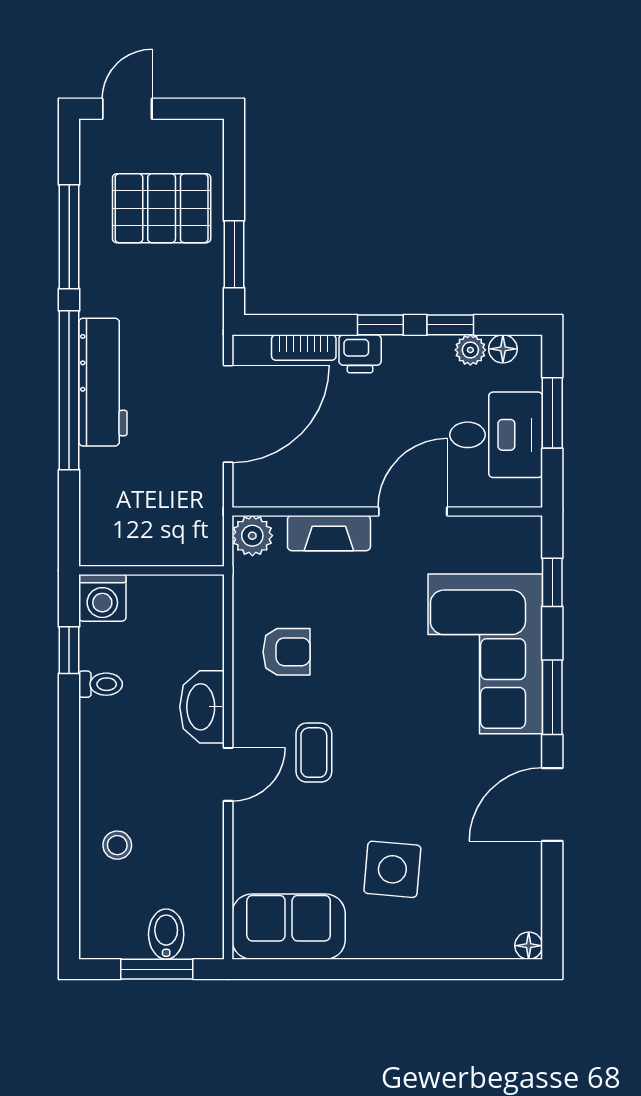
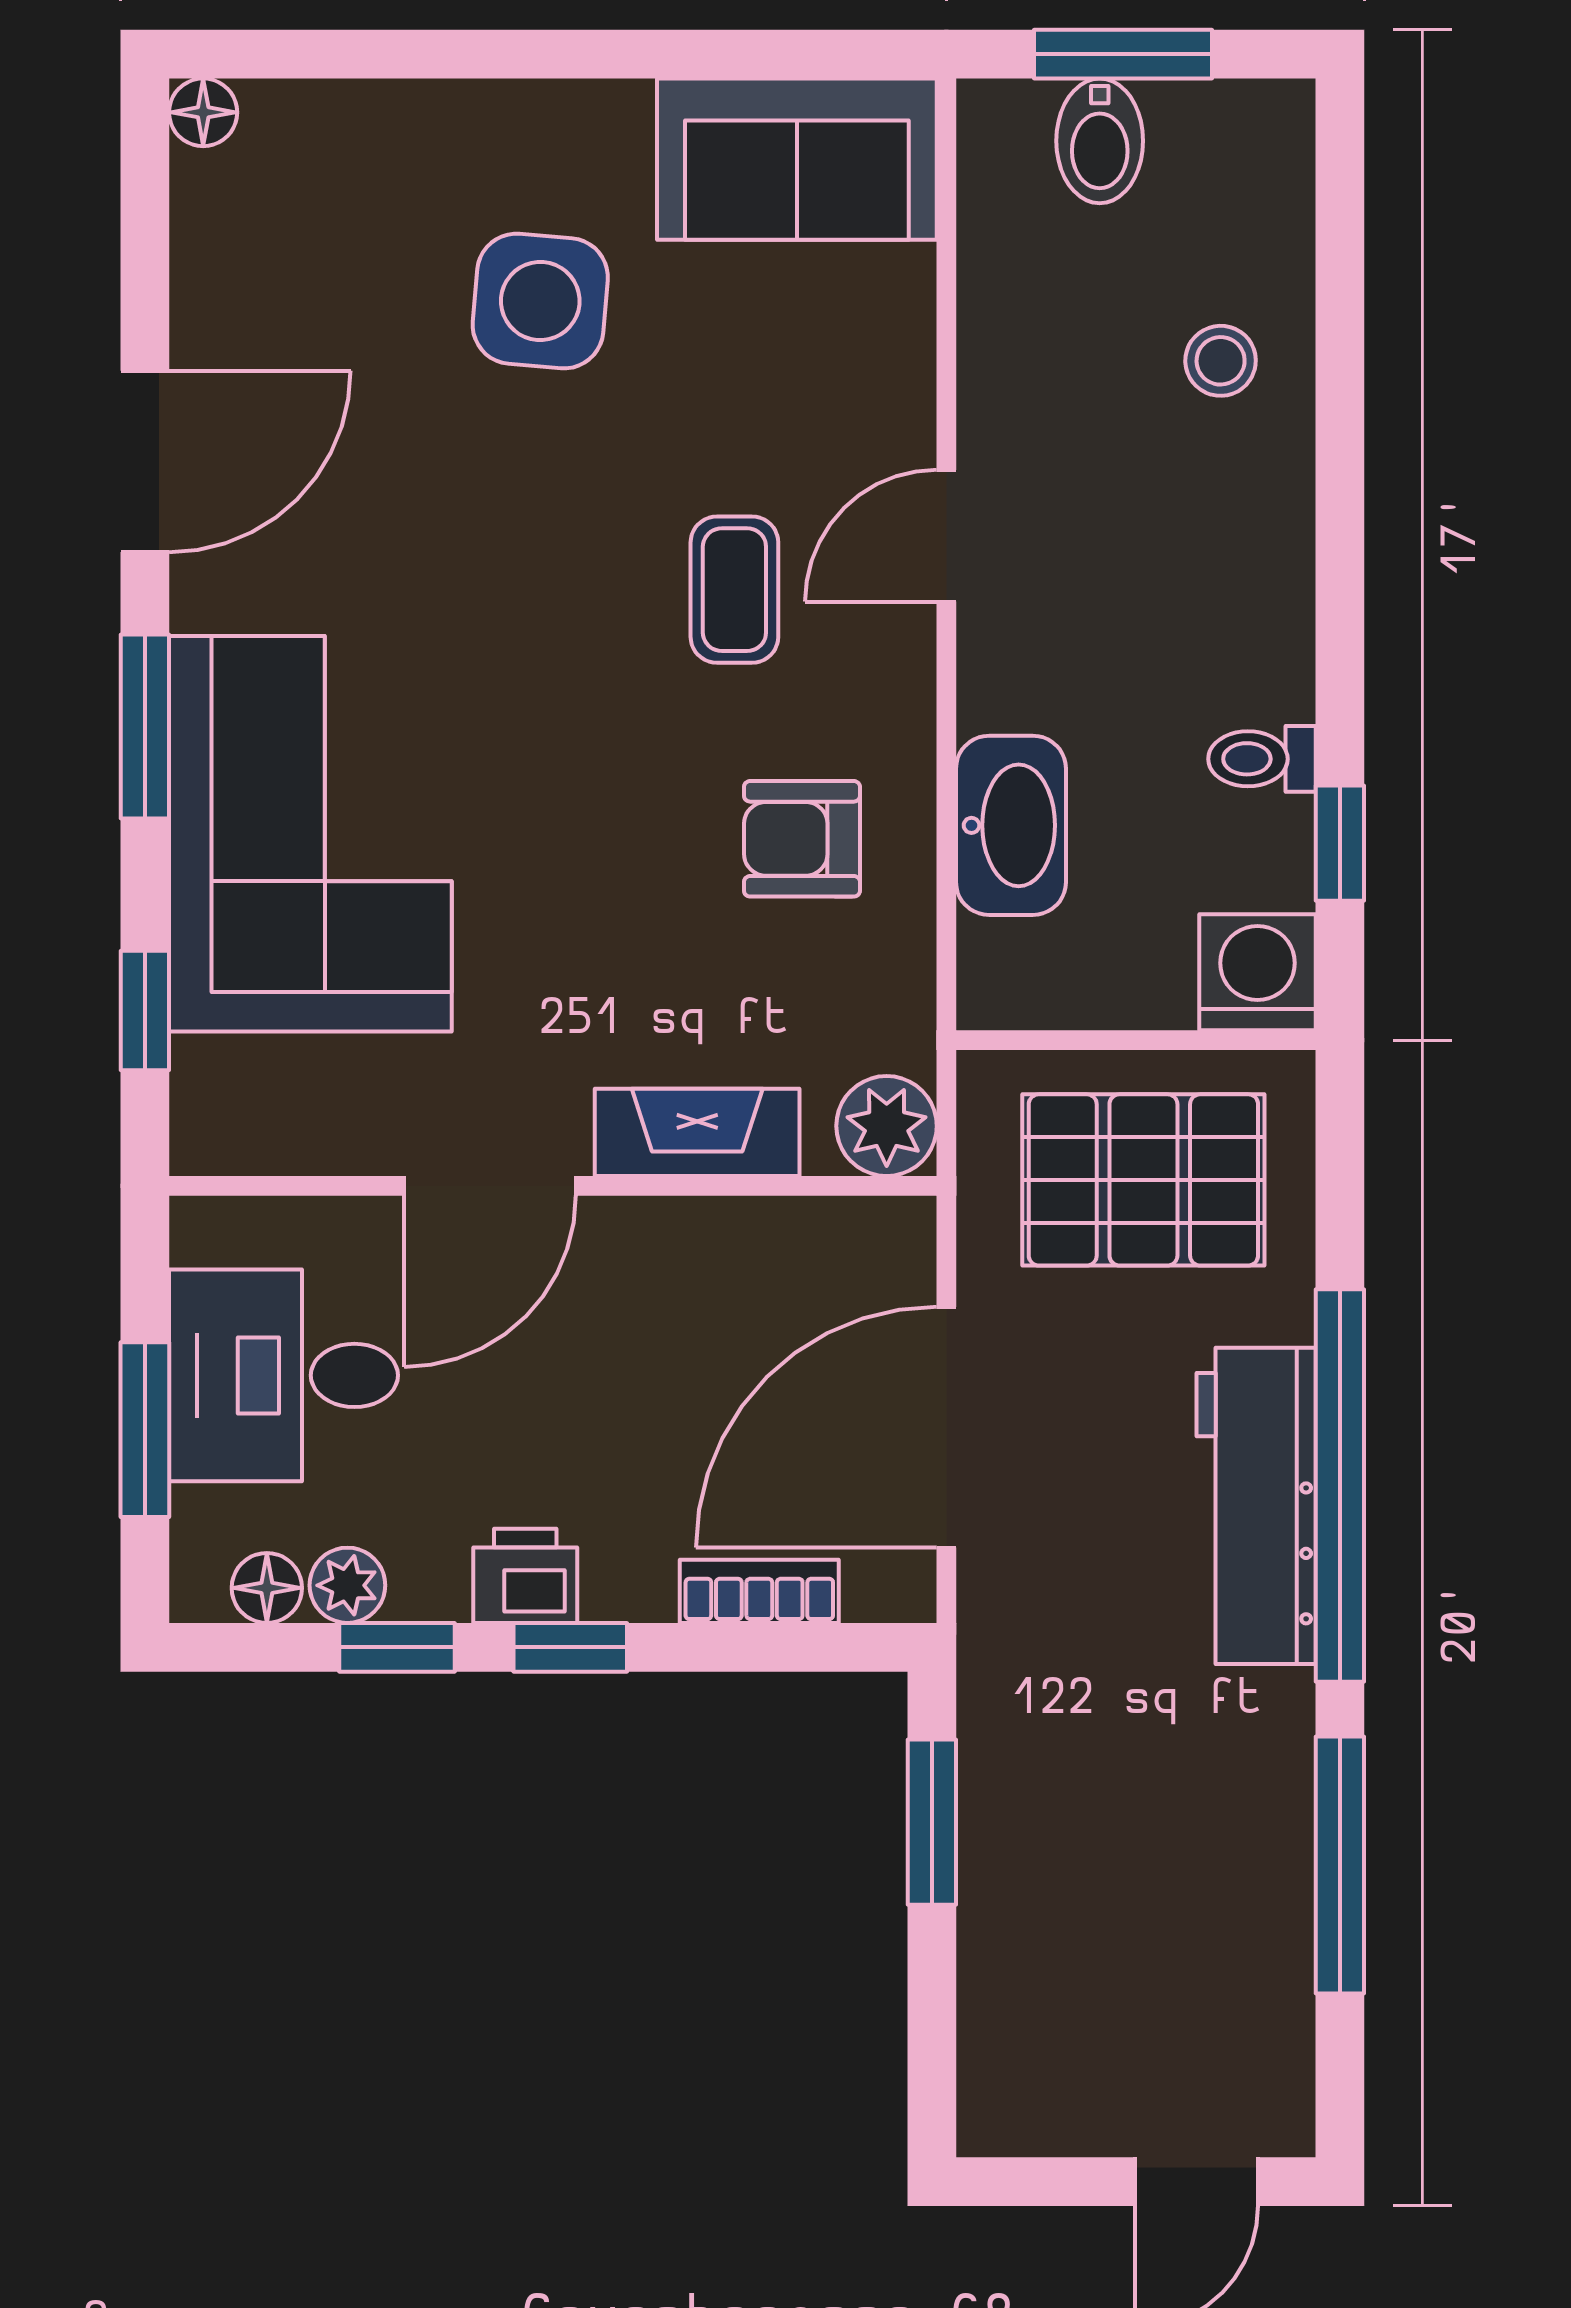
pallet: (162, 208) -> (1143, 1180), moved
printer: (360, 354) -> (525, 1576), moved
washbasin: (202, 707) -> (1011, 825), moved

